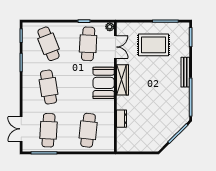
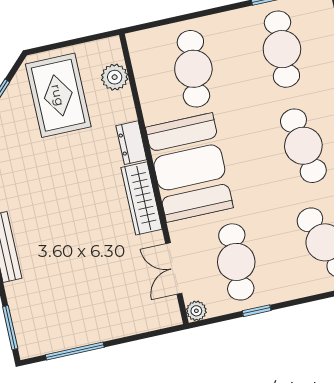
rug: (154, 45) -> (58, 95), moved, turned 90
booth: (104, 83) -> (189, 167), width x1.36, depth x1.42
dresser: (122, 119) -> (131, 143), moved
plant: (123, 134) -> (115, 77), added

